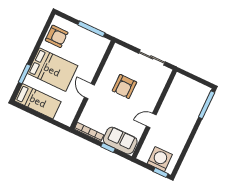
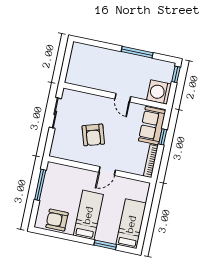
armchair: (57, 36) -> (57, 220), turned -90
bed: (52, 70) -> (88, 215), width x0.67
armchair: (124, 86) -> (93, 135), turned 73
window: (207, 105) -> (137, 52), moved
washing machine: (160, 159) -> (159, 92), moved

